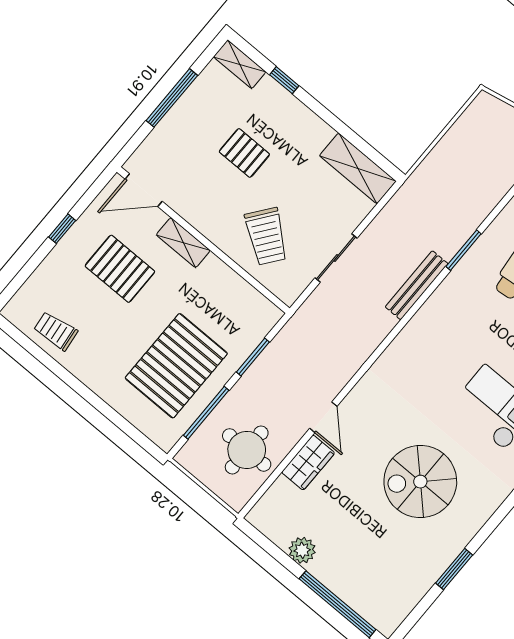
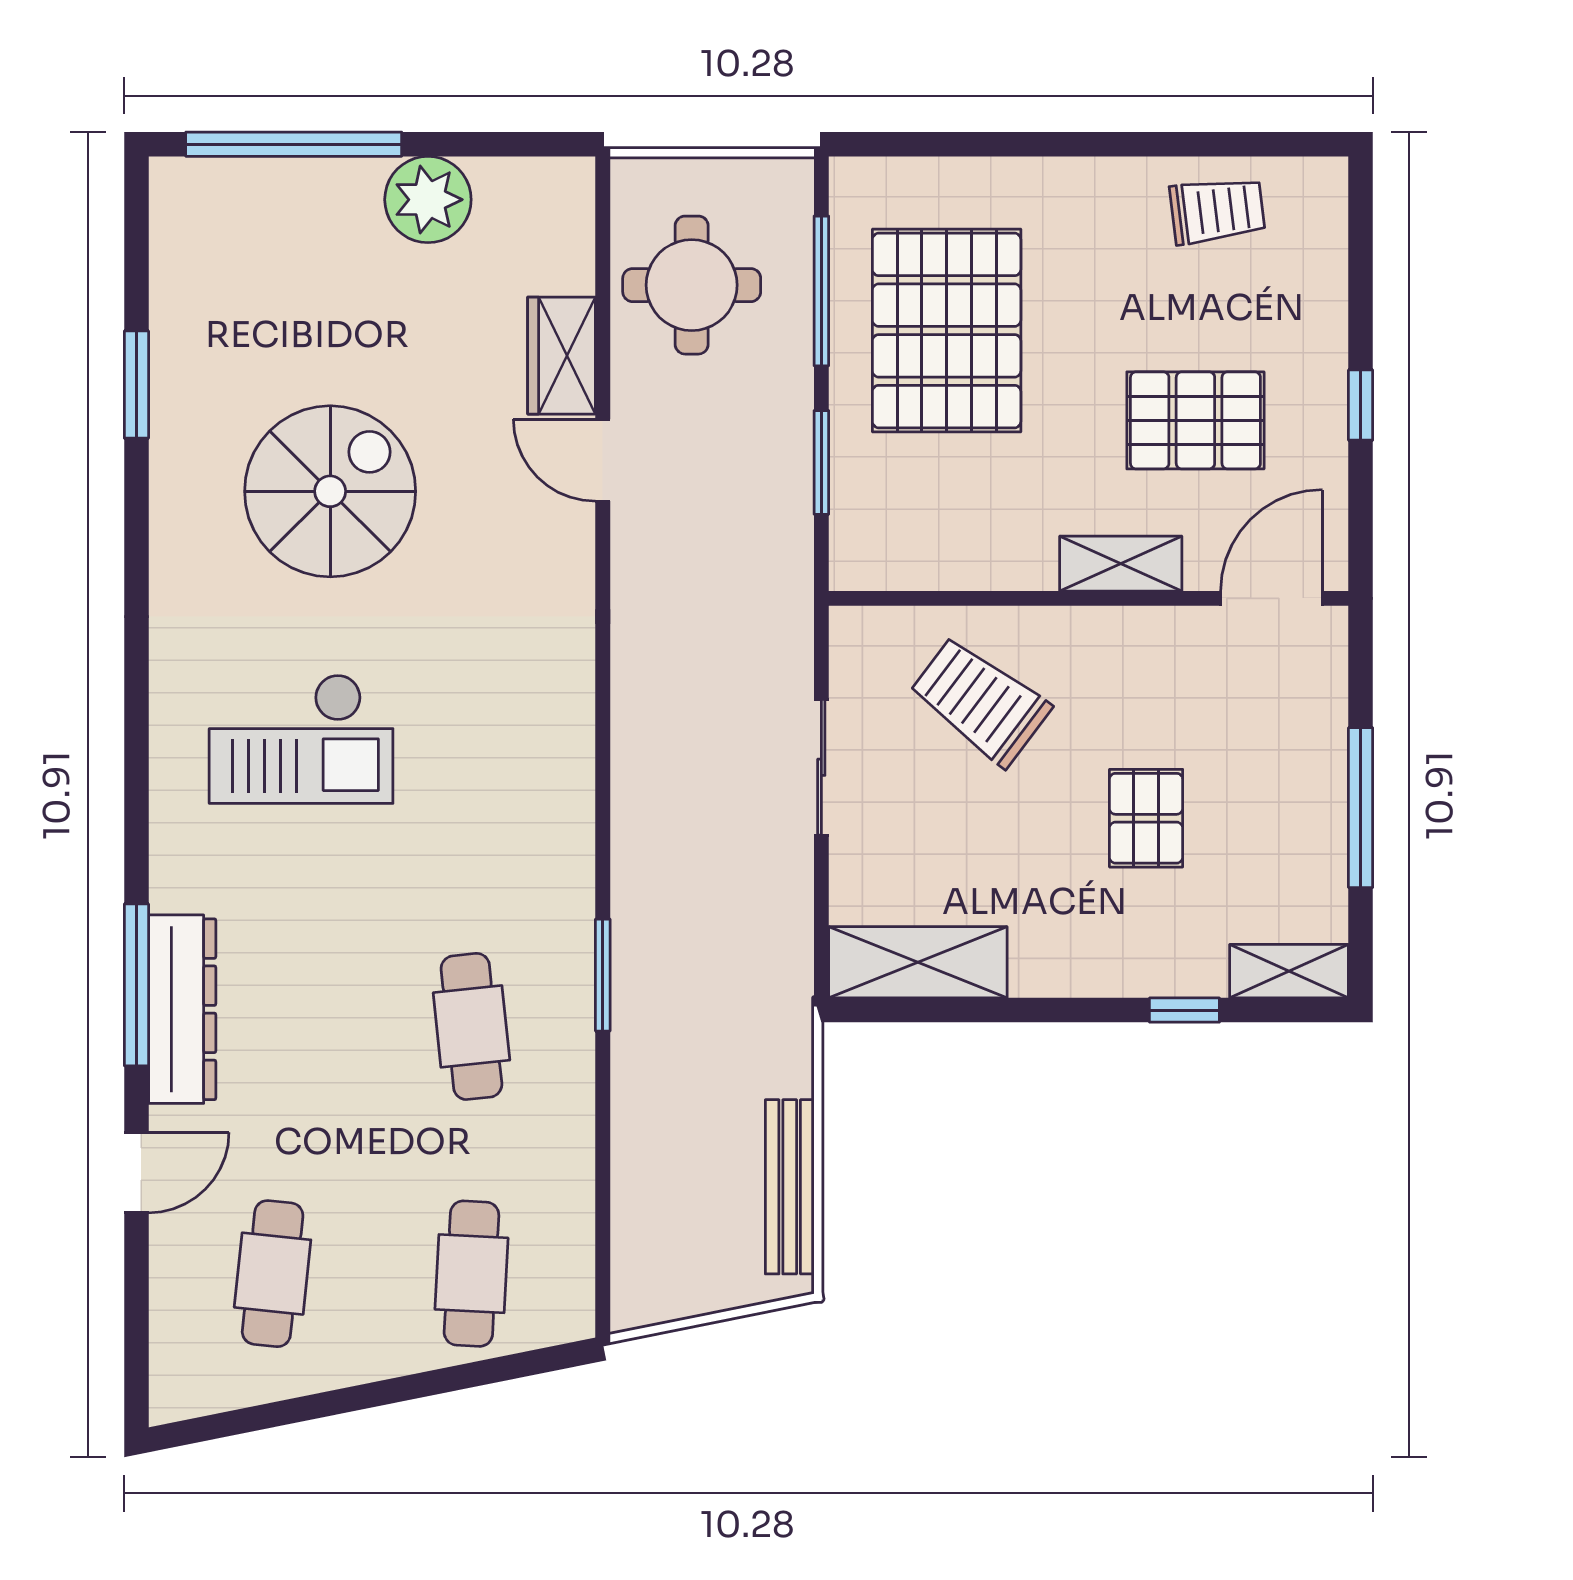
pallet: (244, 153) -> (1146, 818), turned 90
bench: (417, 285) -> (790, 1187), moved
plant: (302, 550) -> (428, 200), width x1.36, depth x1.36

